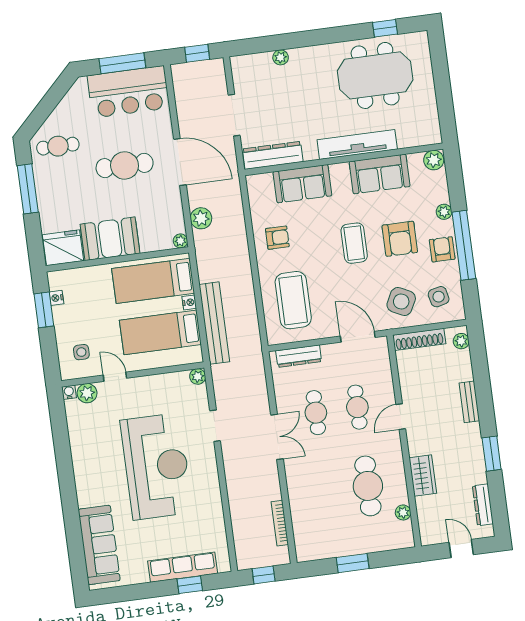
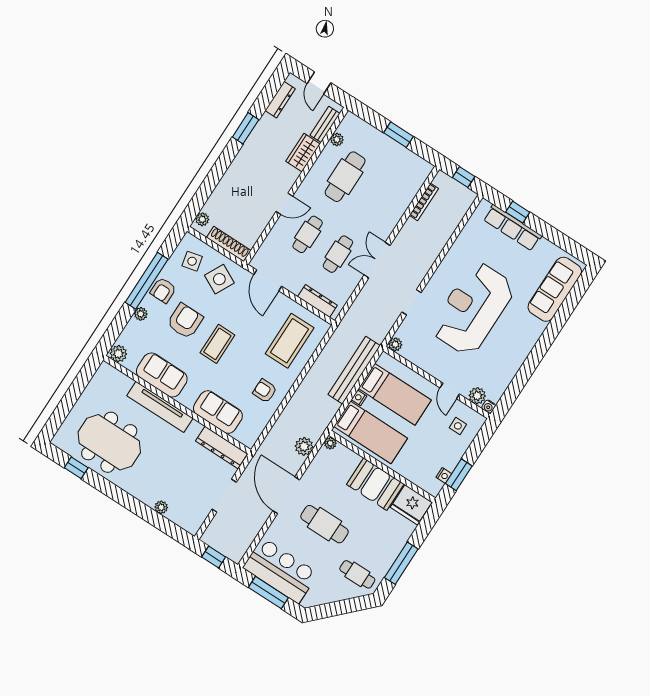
bench: (469, 402) -> (325, 124), moved

